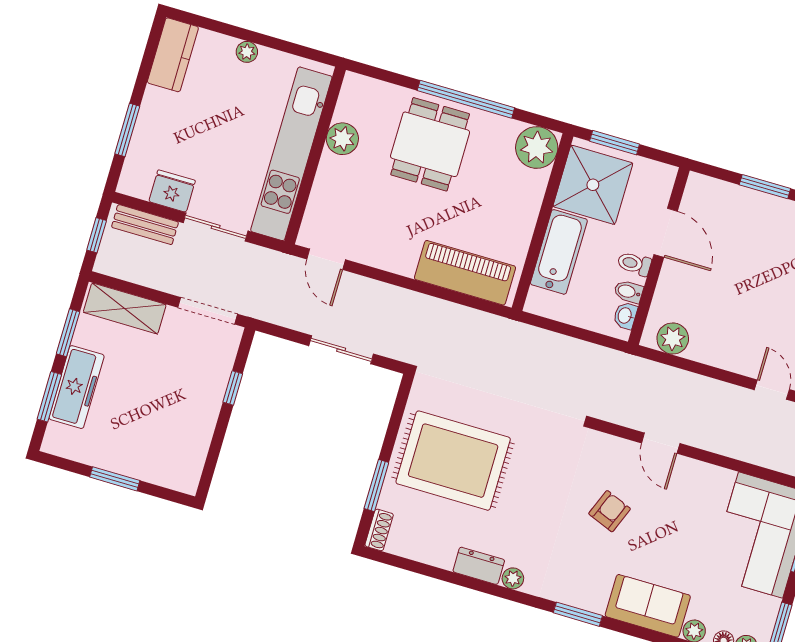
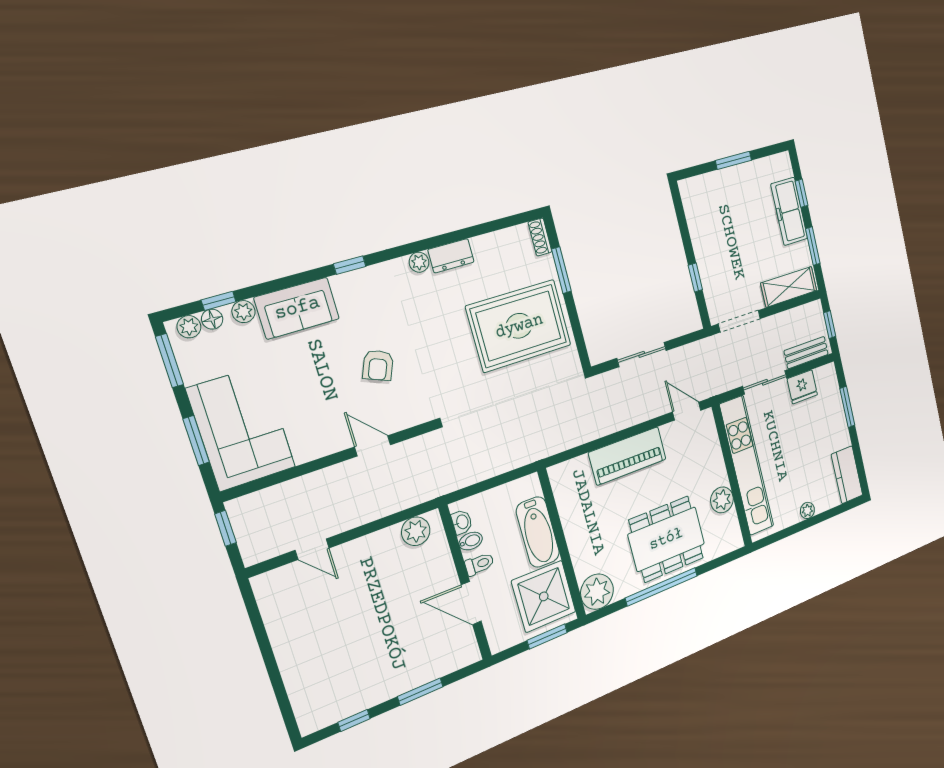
dining table: (430, 144) -> (666, 539), width x1.37
piano: (465, 273) -> (628, 456), moved
window: (49, 397) -> (801, 193), width x0.67
window: (578, 614) -> (350, 265), width x0.67

